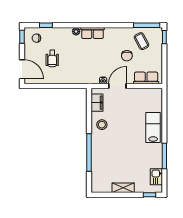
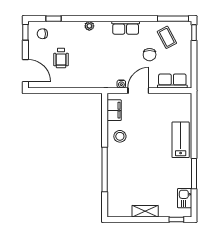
row of seats: (93, 33) -> (126, 28), moved

